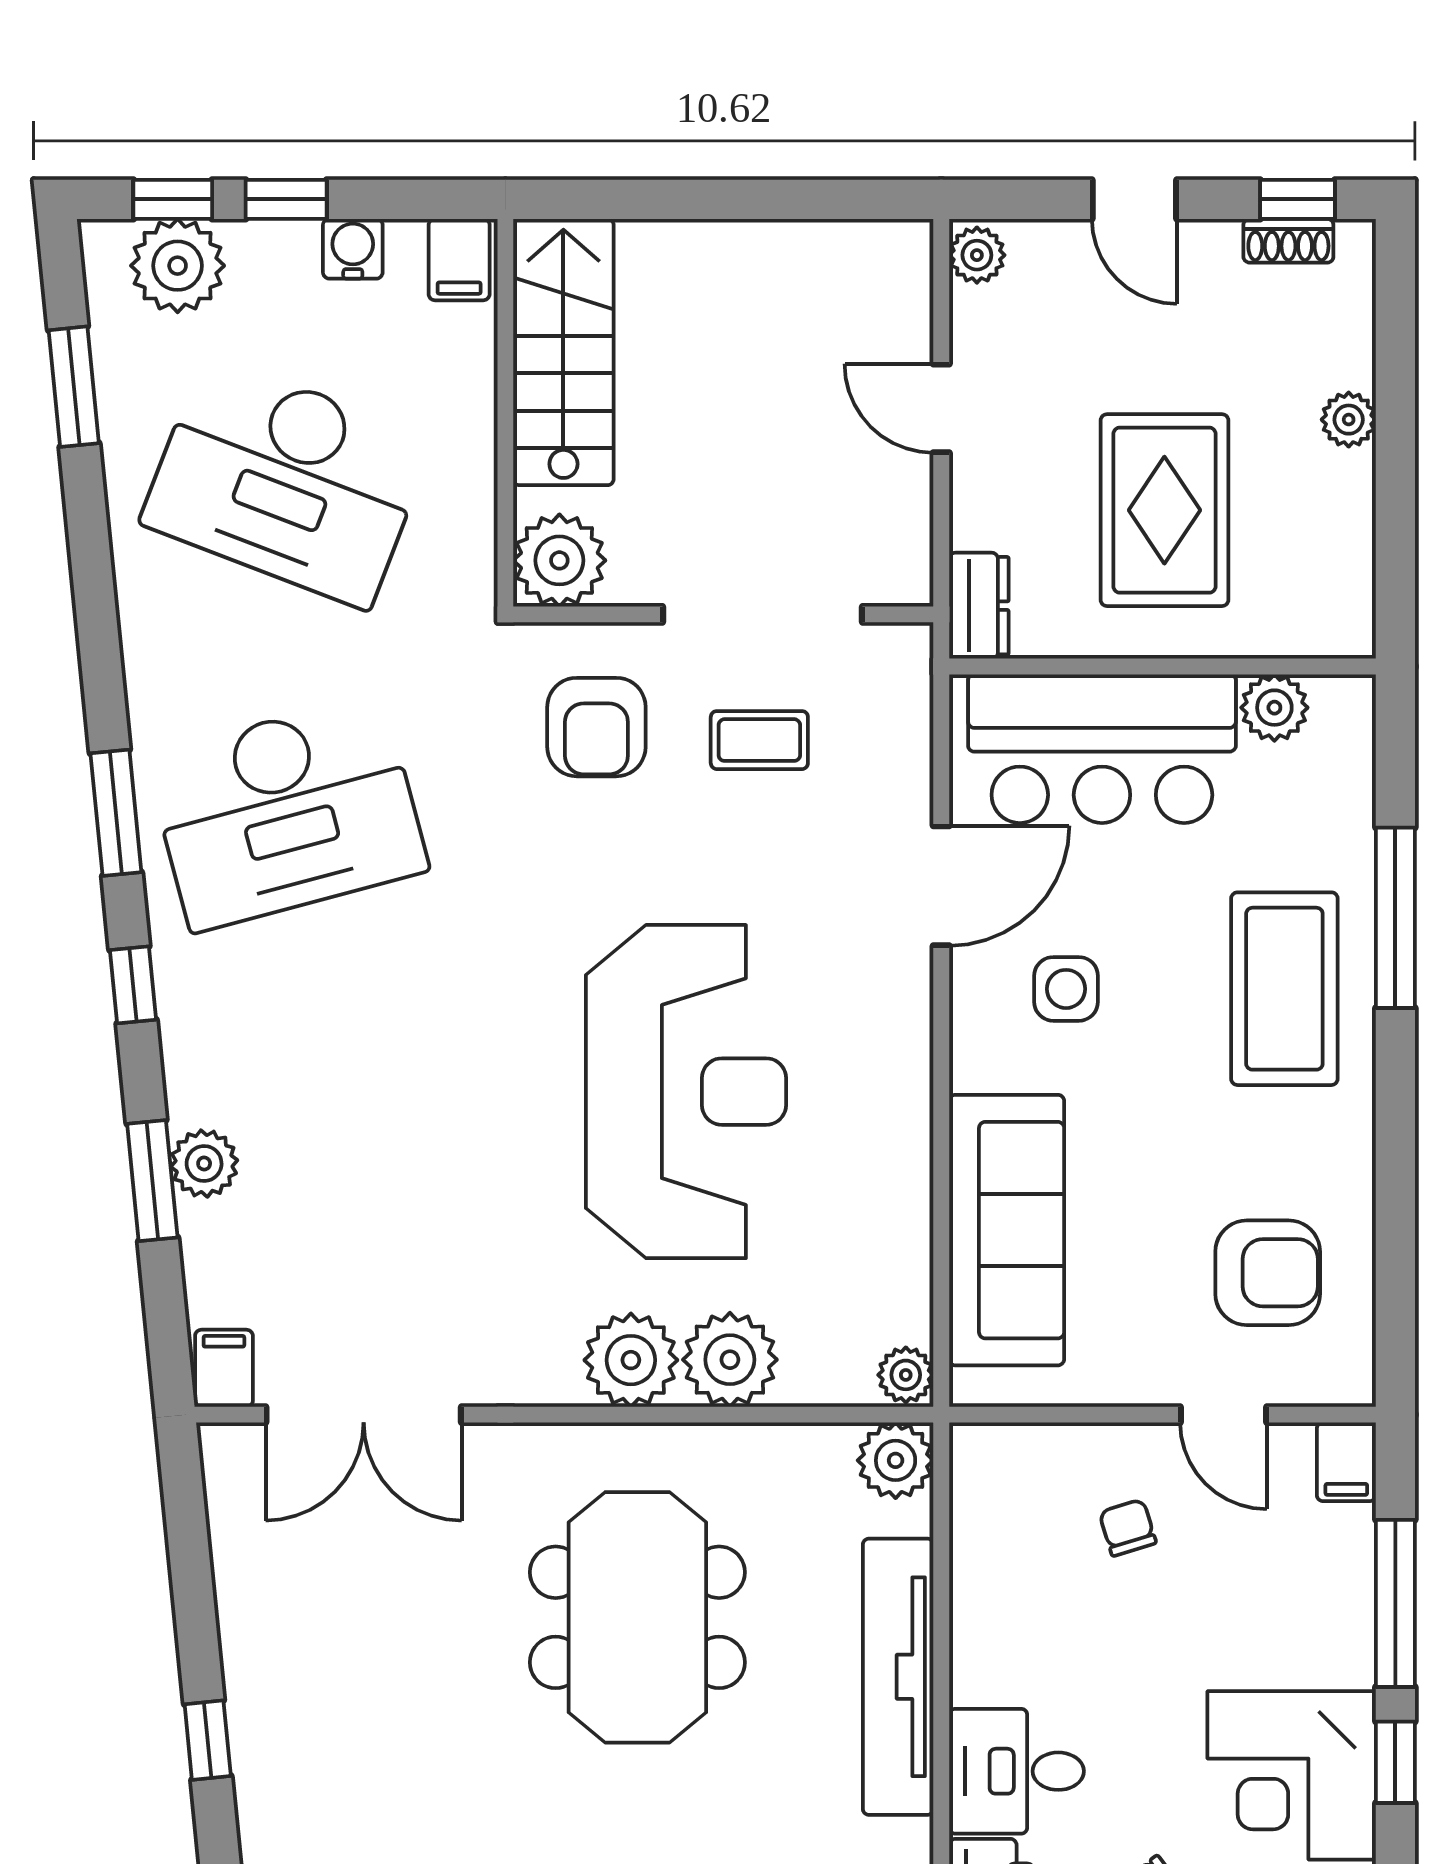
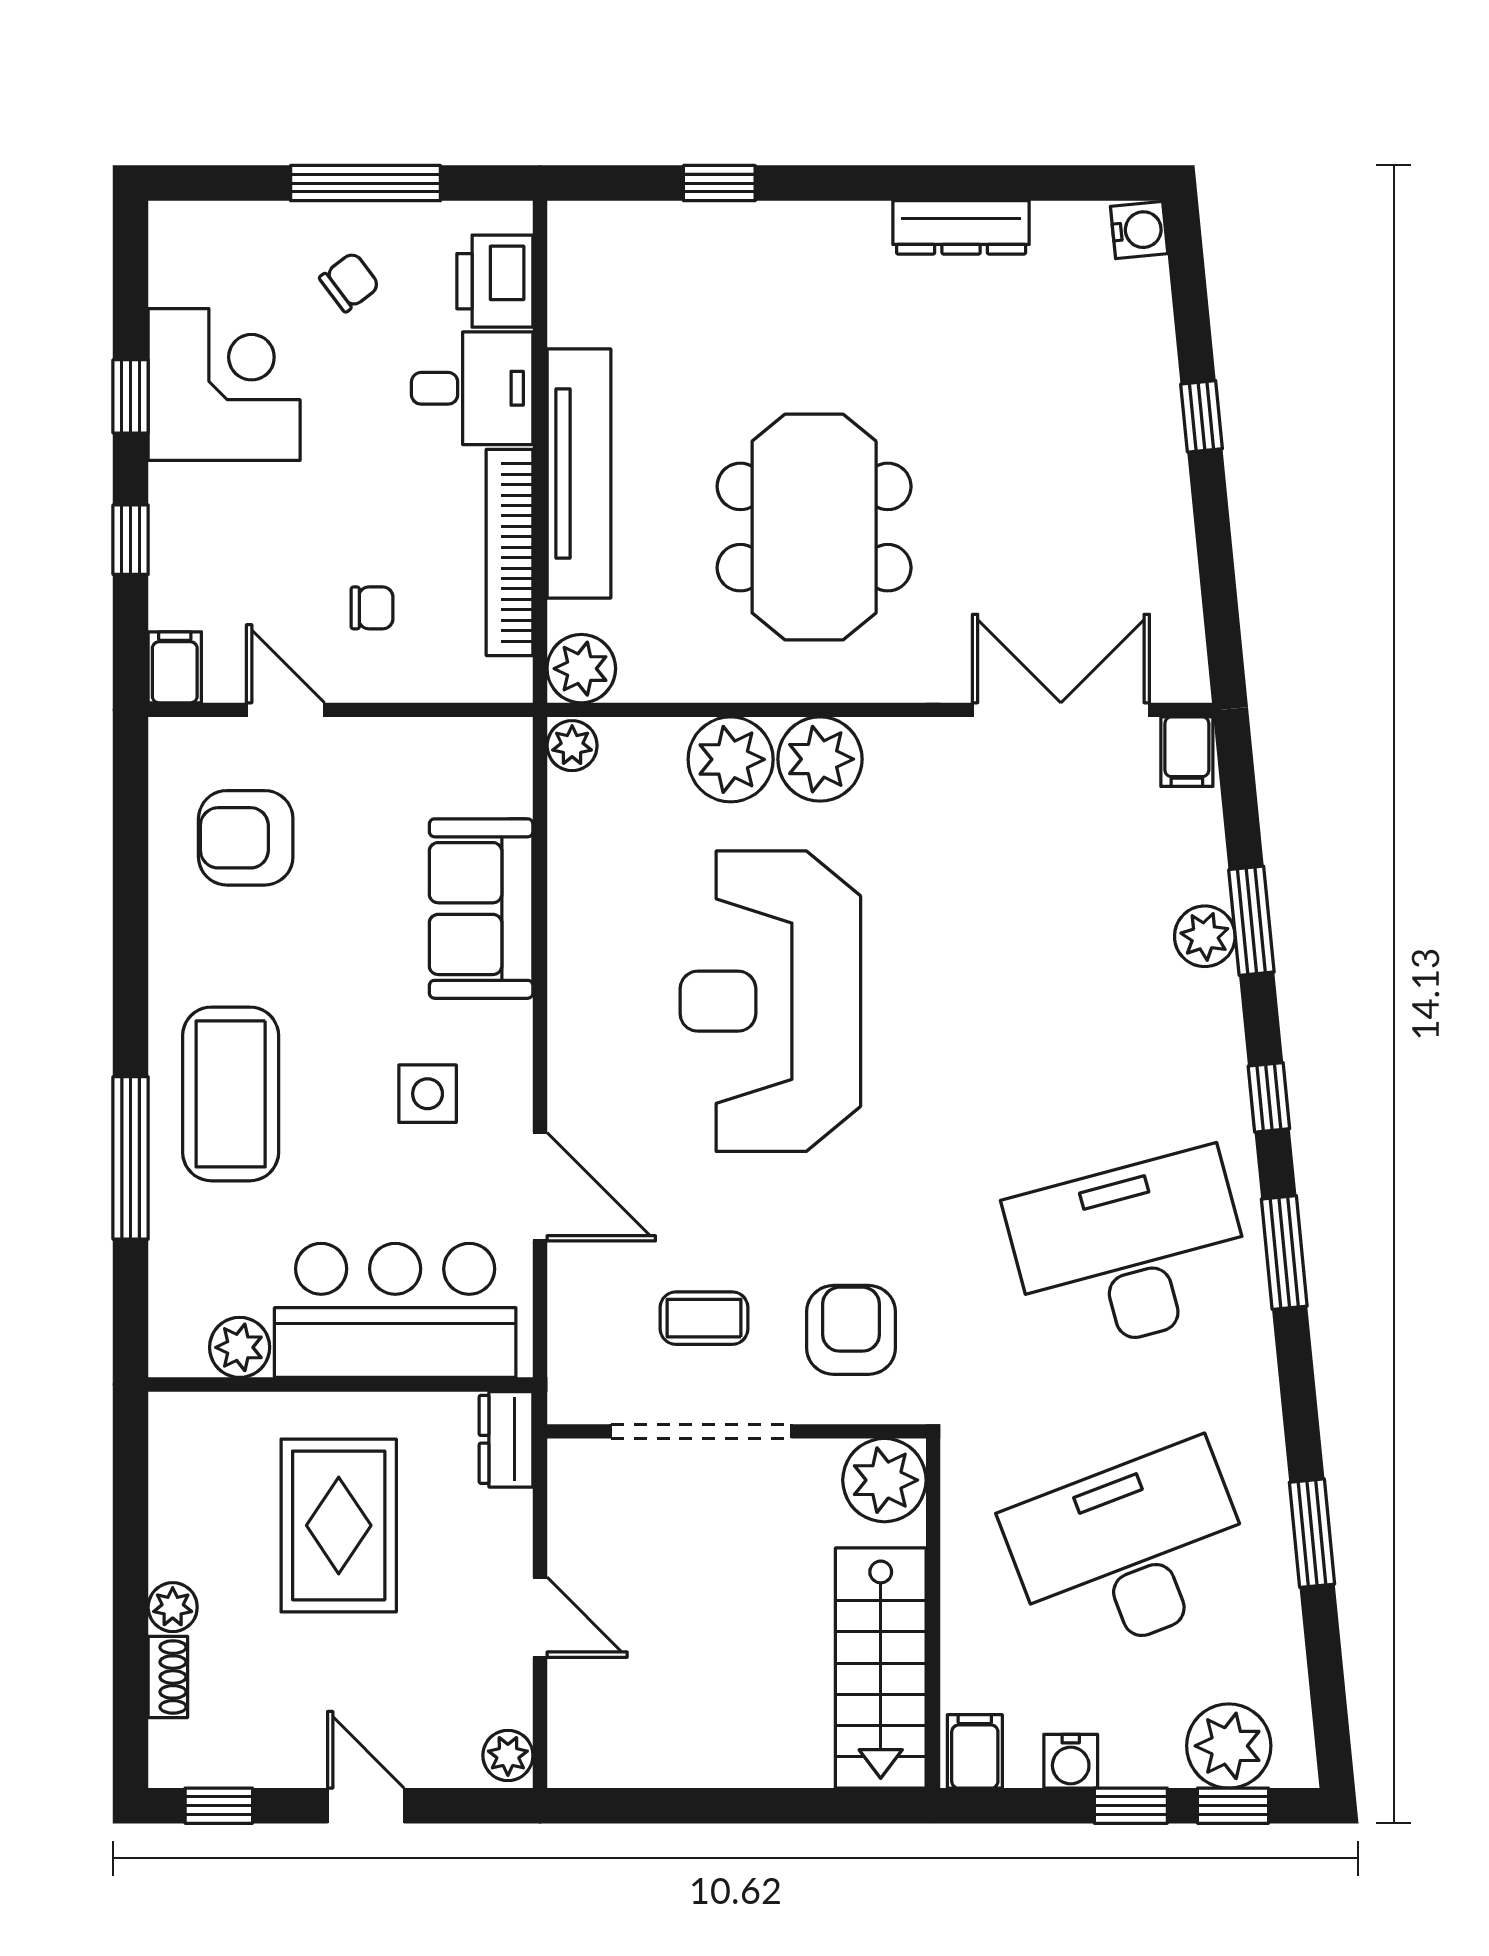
shoe rack: (1288, 241) -> (168, 1677), moved, turned 90
window: (74, 387) -> (1312, 1533), moved
desk: (287, 481) -> (1130, 1551), turned -42
door: (941, 886) -> (540, 1187), swing flipped
sofa: (1007, 1230) -> (481, 909), width x0.73
chair: (1128, 1528) -> (372, 608), turned -73
bookcase: (975, 1589) -> (510, 552), added
window: (1395, 1603) -> (131, 540), width x0.46

